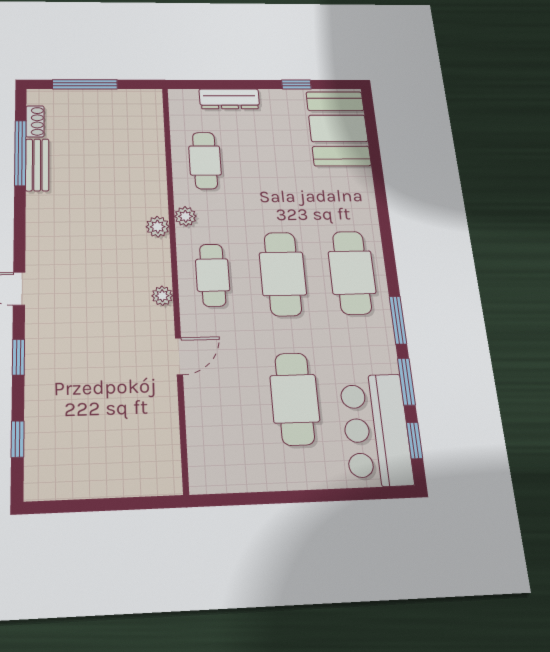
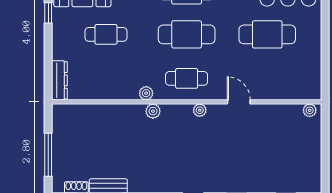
dresser: (229, 99) -> (59, 80), moved
cafe table: (205, 160) -> (106, 34), moved
plant: (170, 475) -> (310, 110), added

